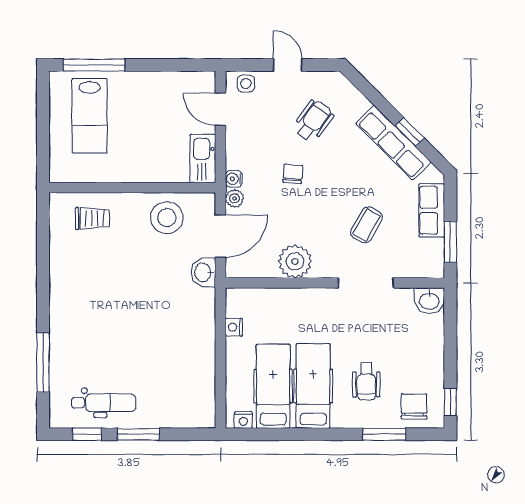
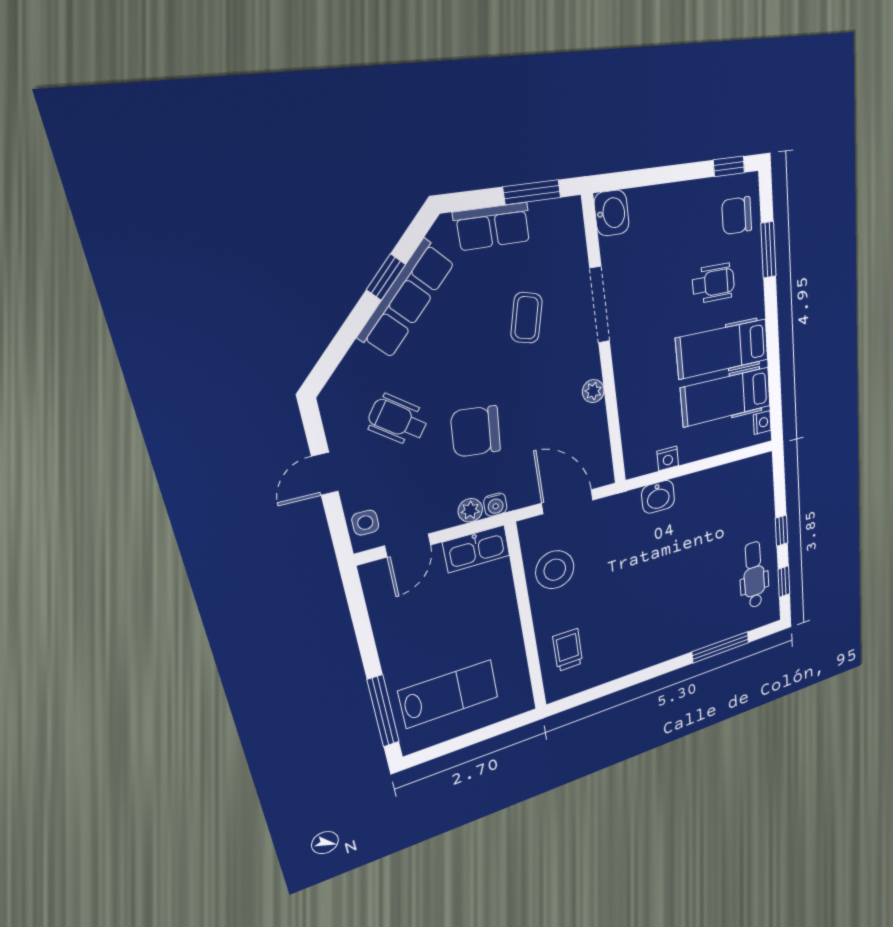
chair: (293, 174) -> (476, 431), width x1.87, depth x1.87
plant: (234, 198) -> (470, 510), moved
coffee table: (366, 225) -> (527, 318), turned 75
plant: (295, 261) -> (593, 391), width x0.53, depth x0.53
washbasin: (203, 272) -> (658, 497), moved
window: (138, 434) -> (781, 531), width x0.67

